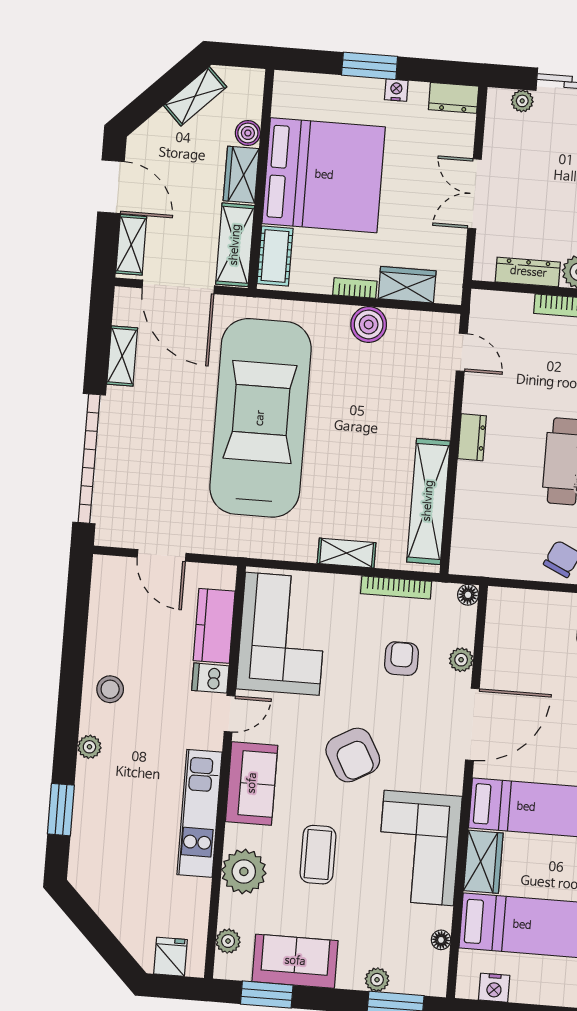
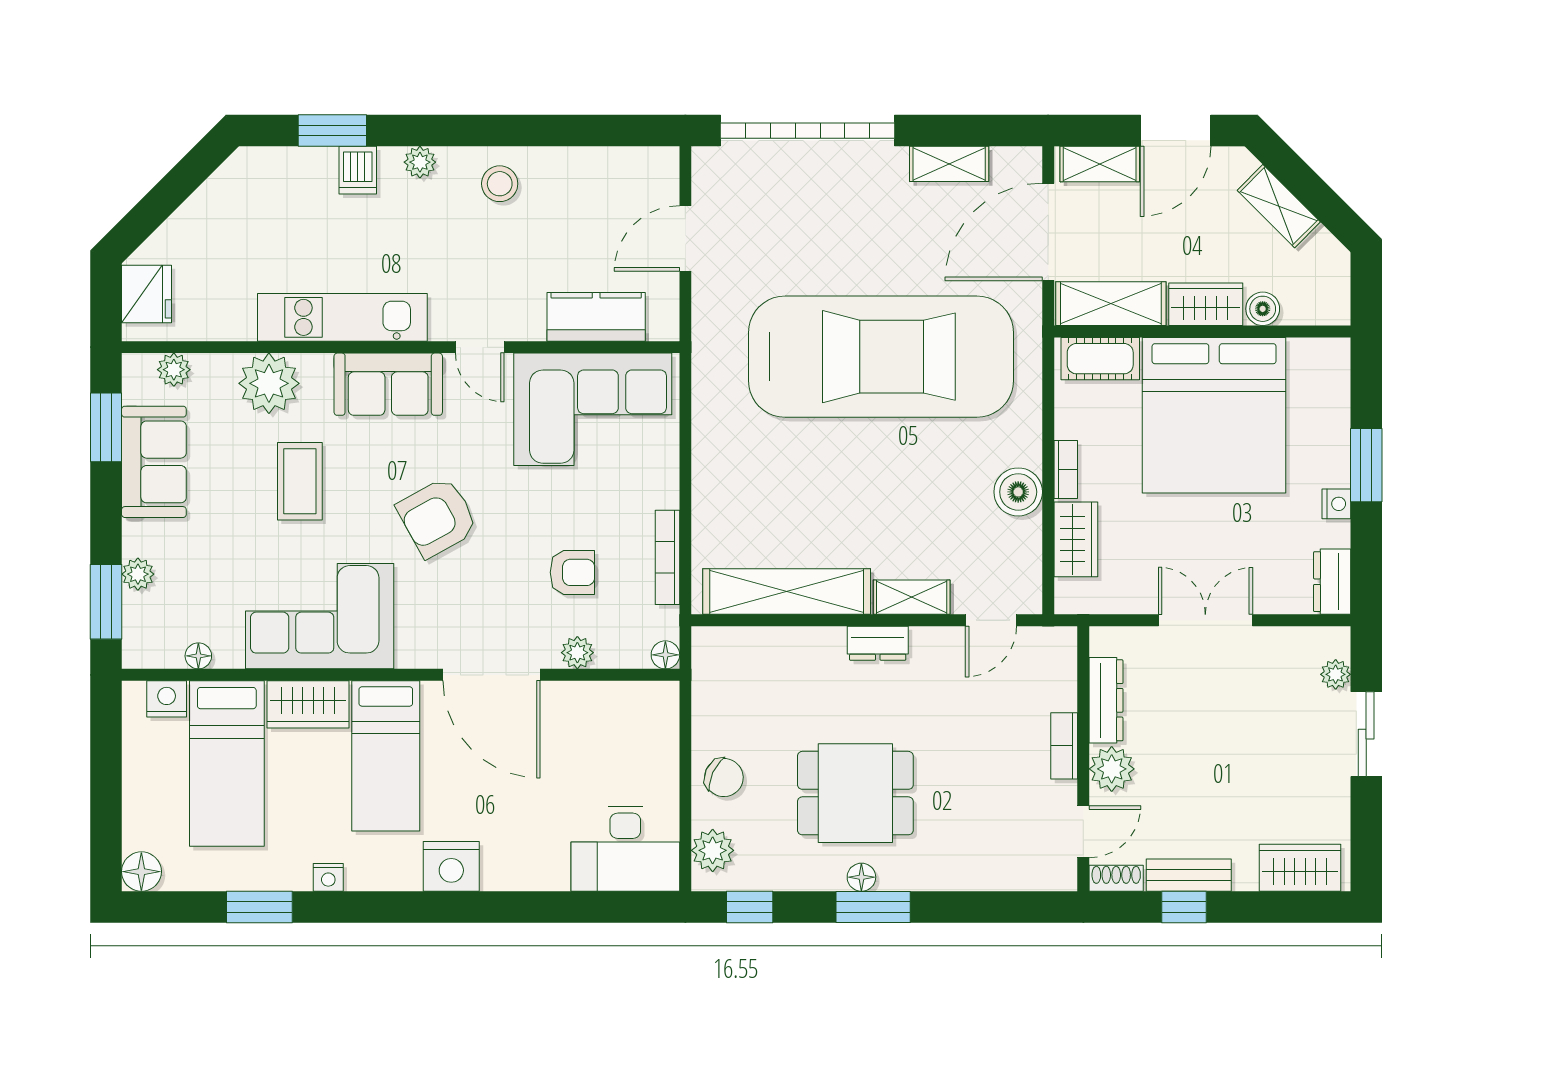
shelving: (195, 96) -> (1279, 206), moved
shelving: (347, 553) -> (912, 597), moved, turned 90
dishwasher: (210, 678) -> (358, 170), moved, turned 180
coffee table: (318, 855) -> (300, 481), turned 90
fridge: (170, 957) -> (146, 294), width x1.38
nightstand: (494, 988) -> (167, 699), moved, turned 90

